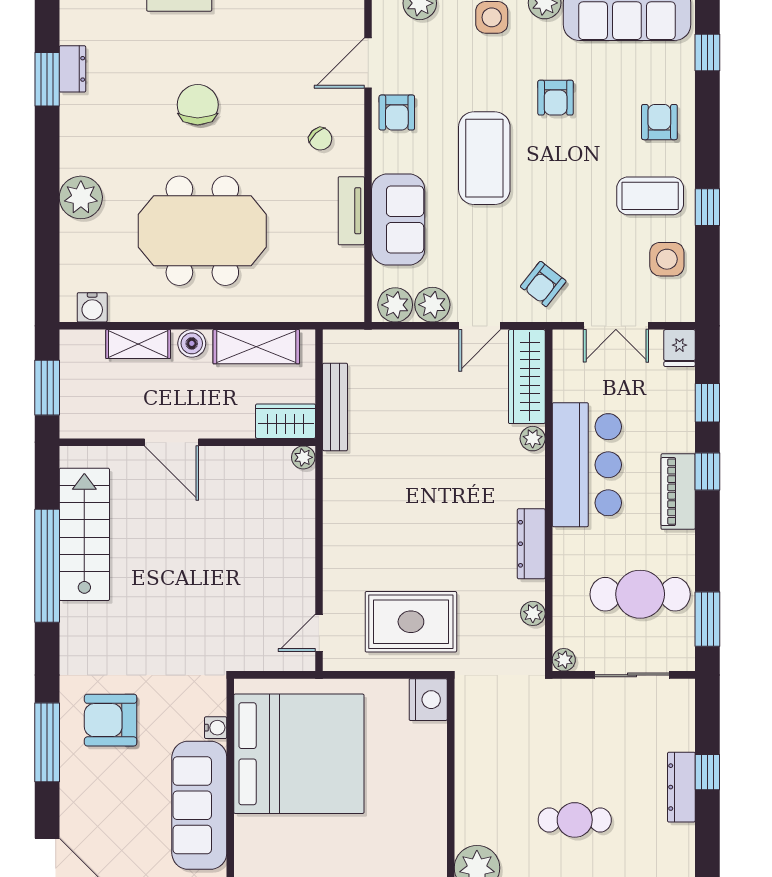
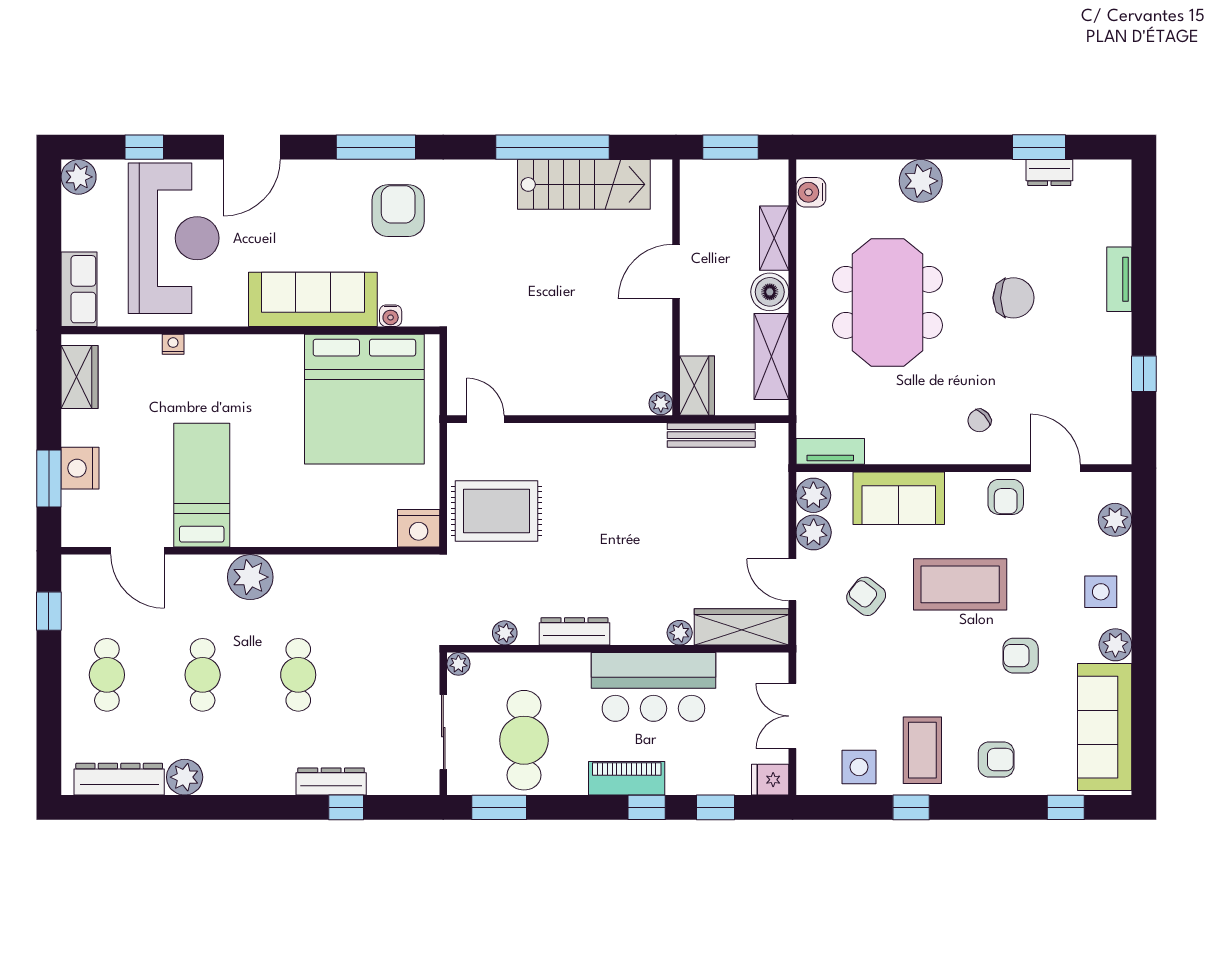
armchair: (397, 113) -> (1006, 497), turned -90
tv unit: (351, 211) -> (830, 451), moved
armchair: (543, 284) -> (866, 596), moved
boiler: (192, 343) -> (770, 292), width x1.36, depth x1.36
rug: (411, 622) -> (496, 511), turned 90

